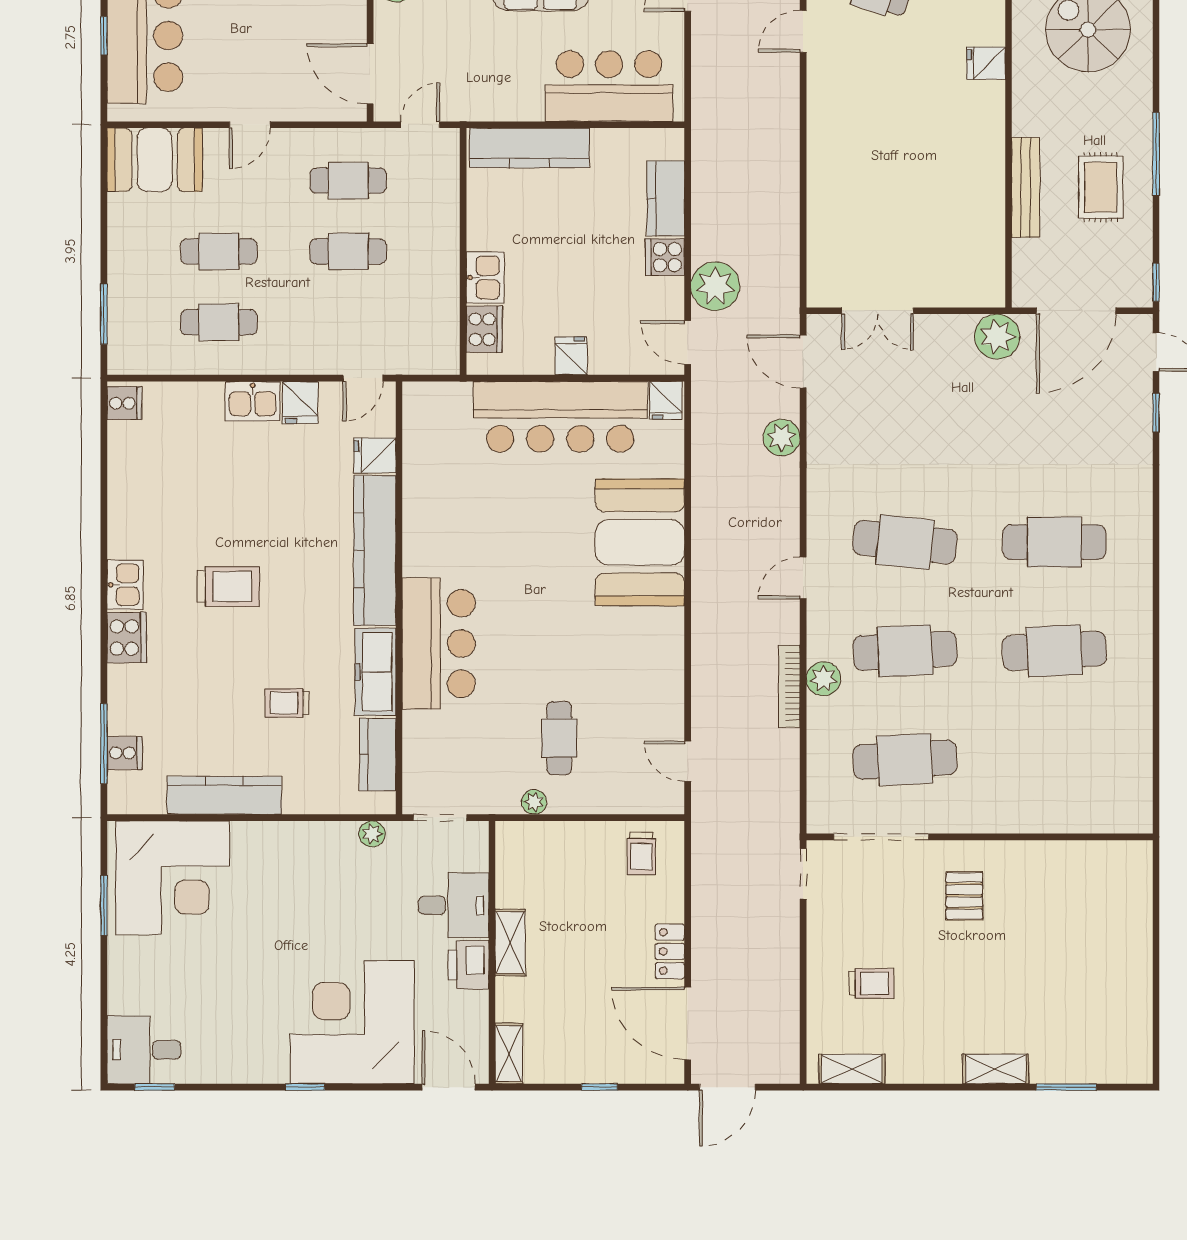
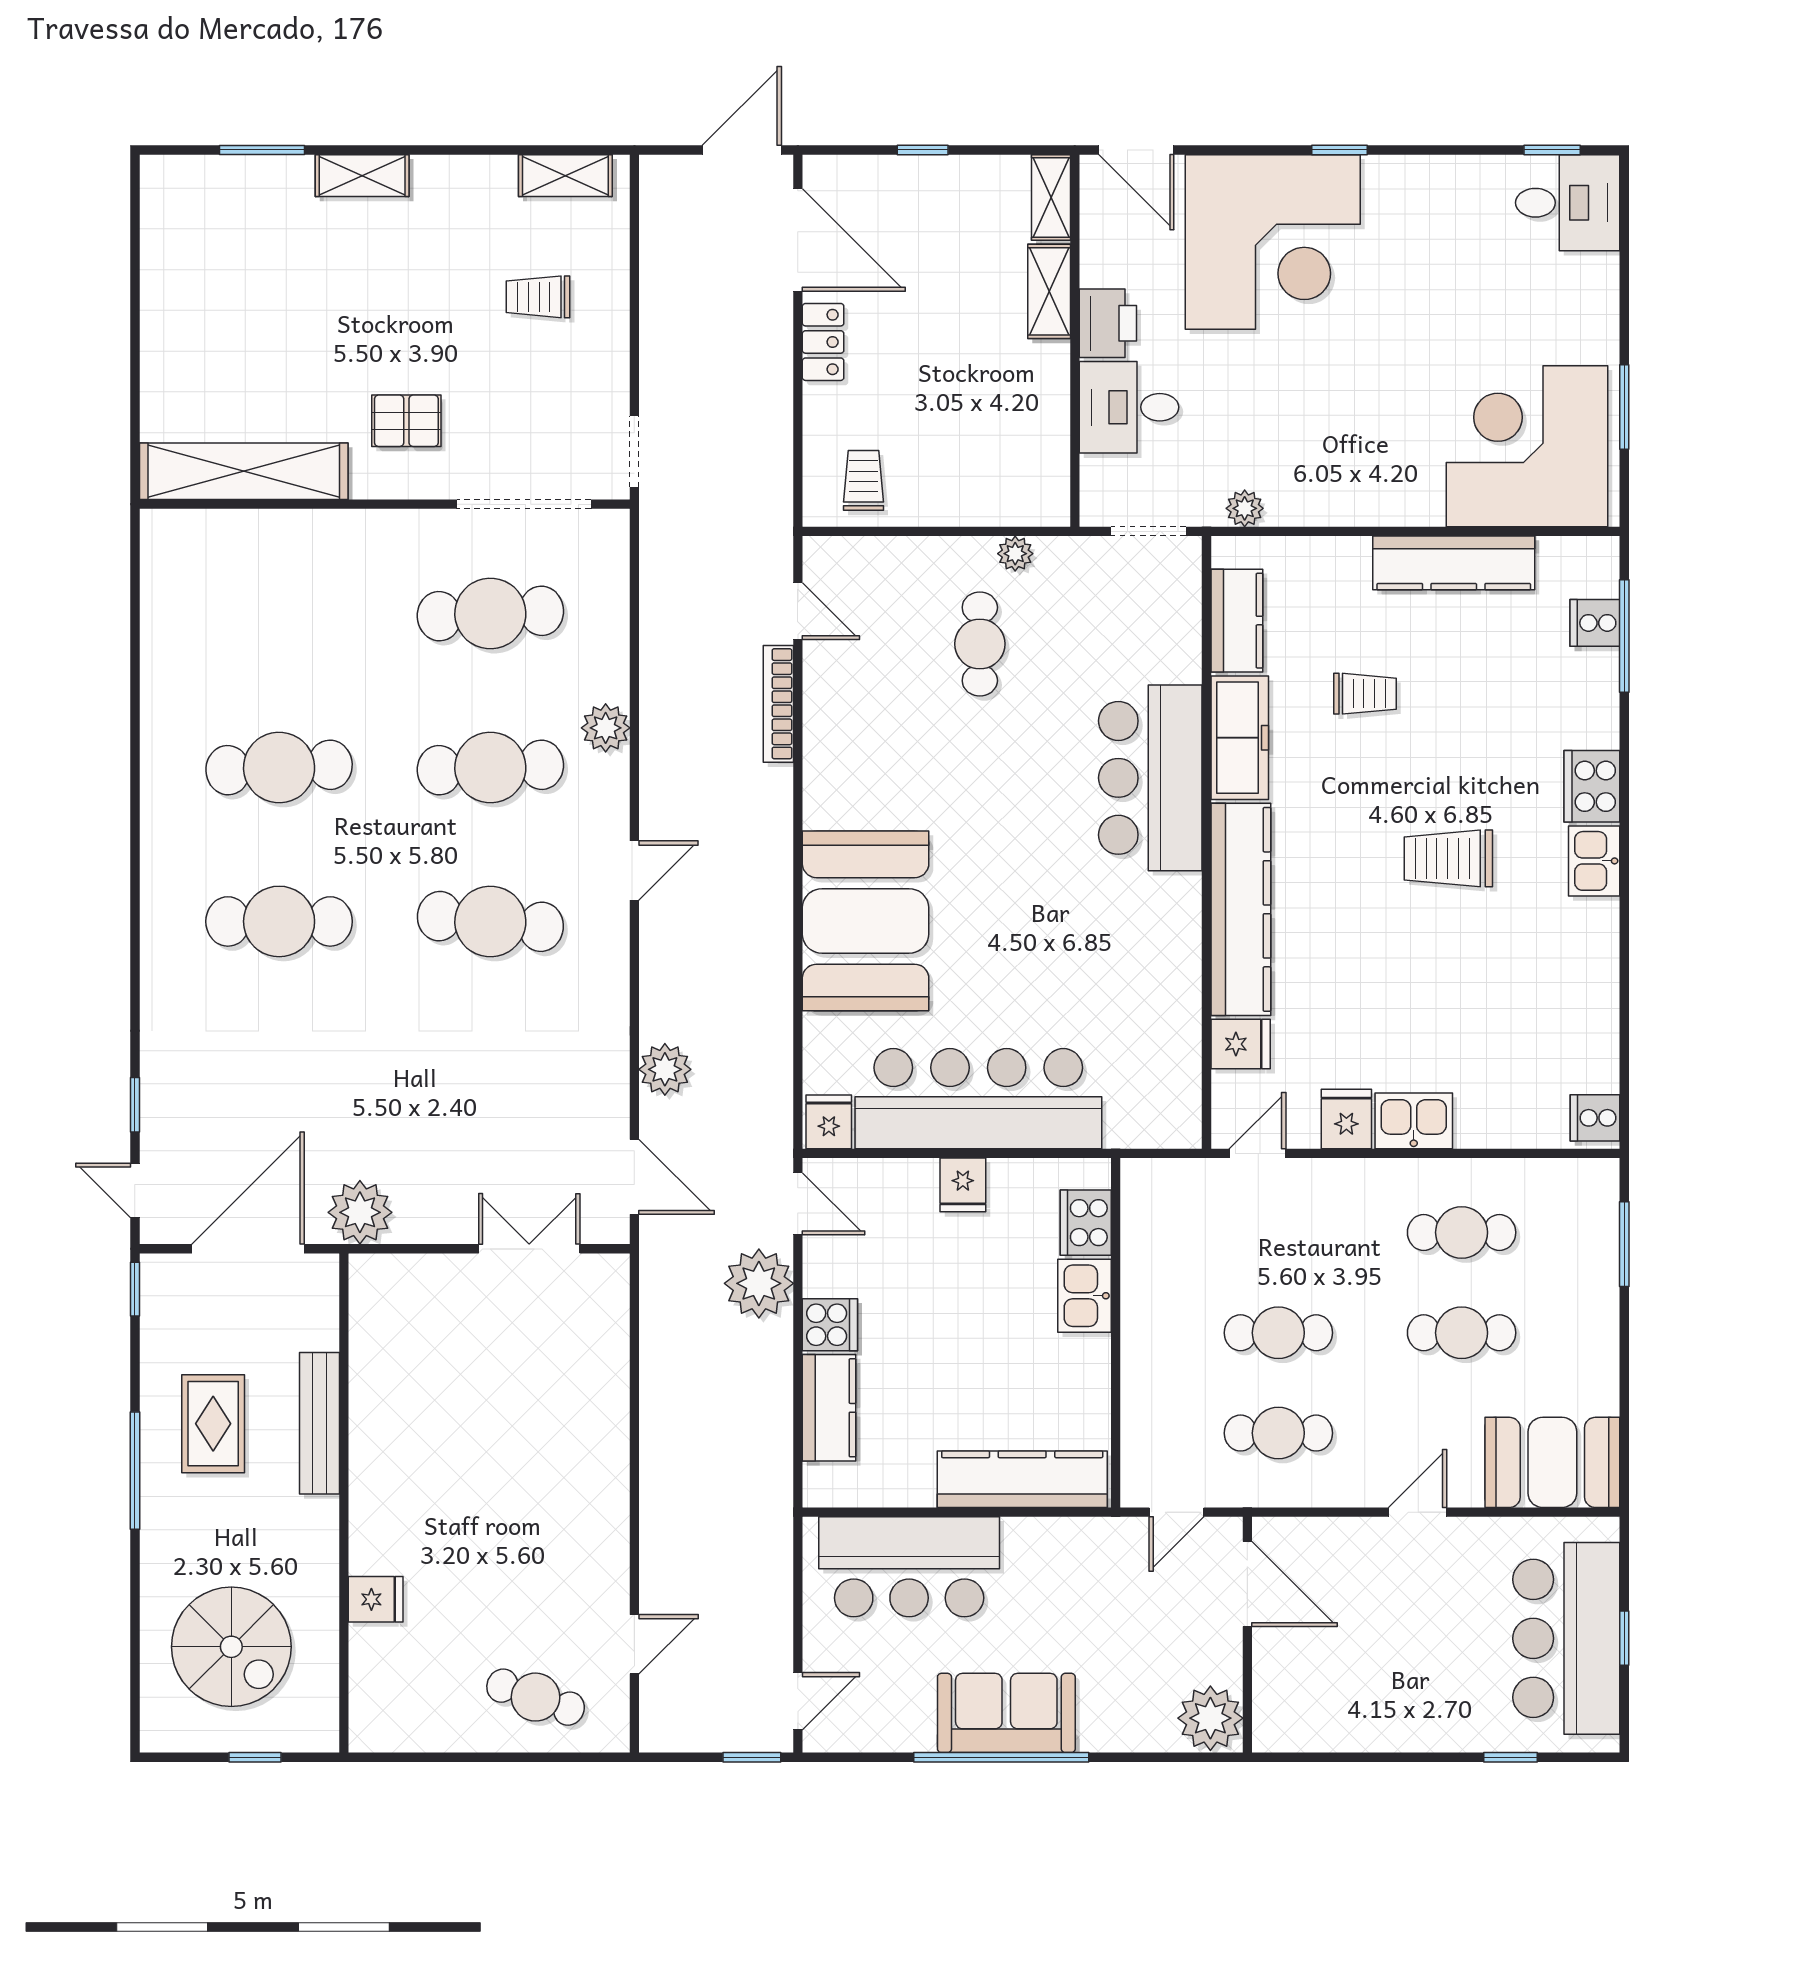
bookcase: (789, 686) -> (778, 704), moved, turned 180
shelving: (1079, 860) -> (244, 471), added
pallet: (964, 896) -> (406, 421), turned 90
shelving: (510, 943) -> (1049, 291), moved

